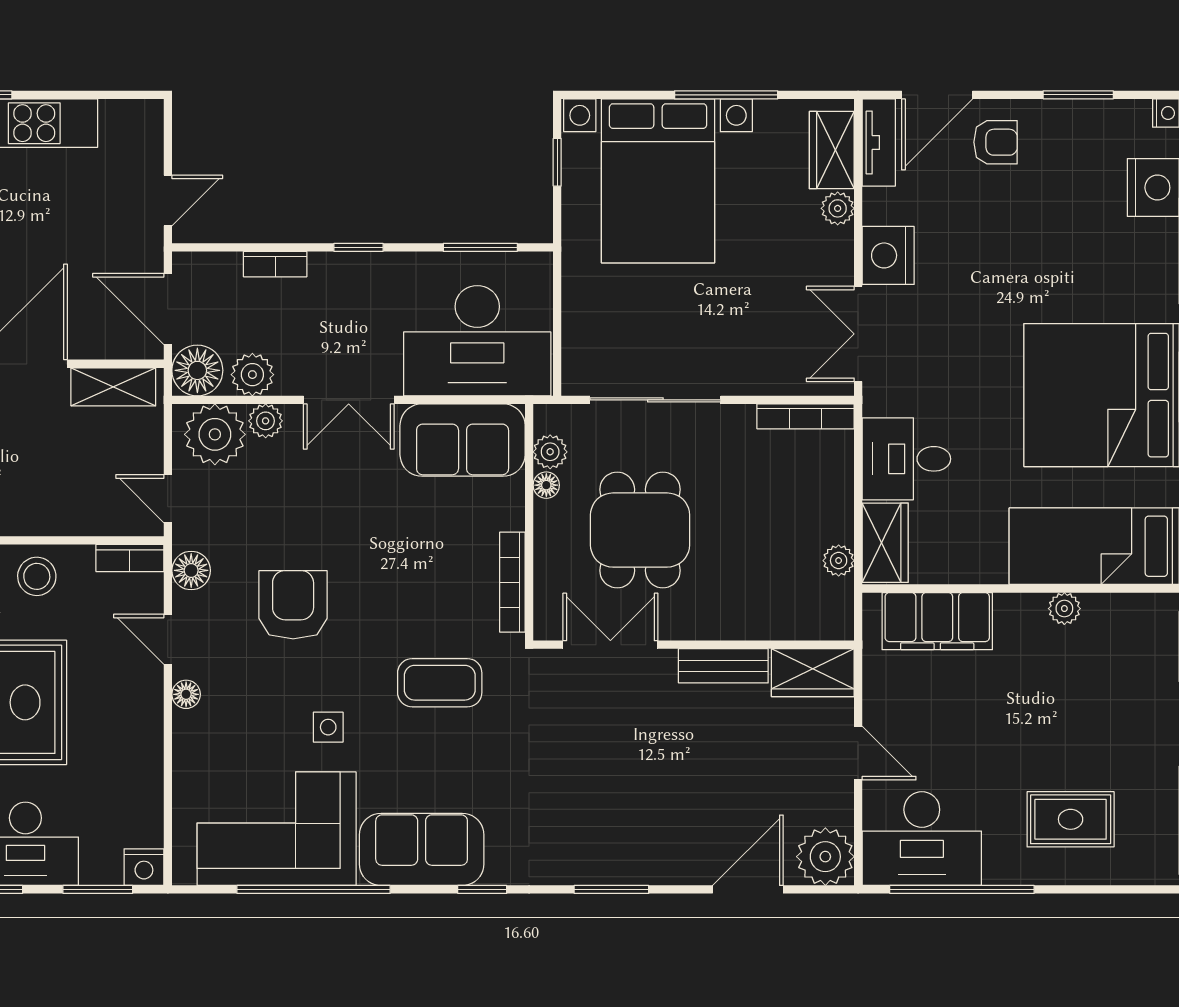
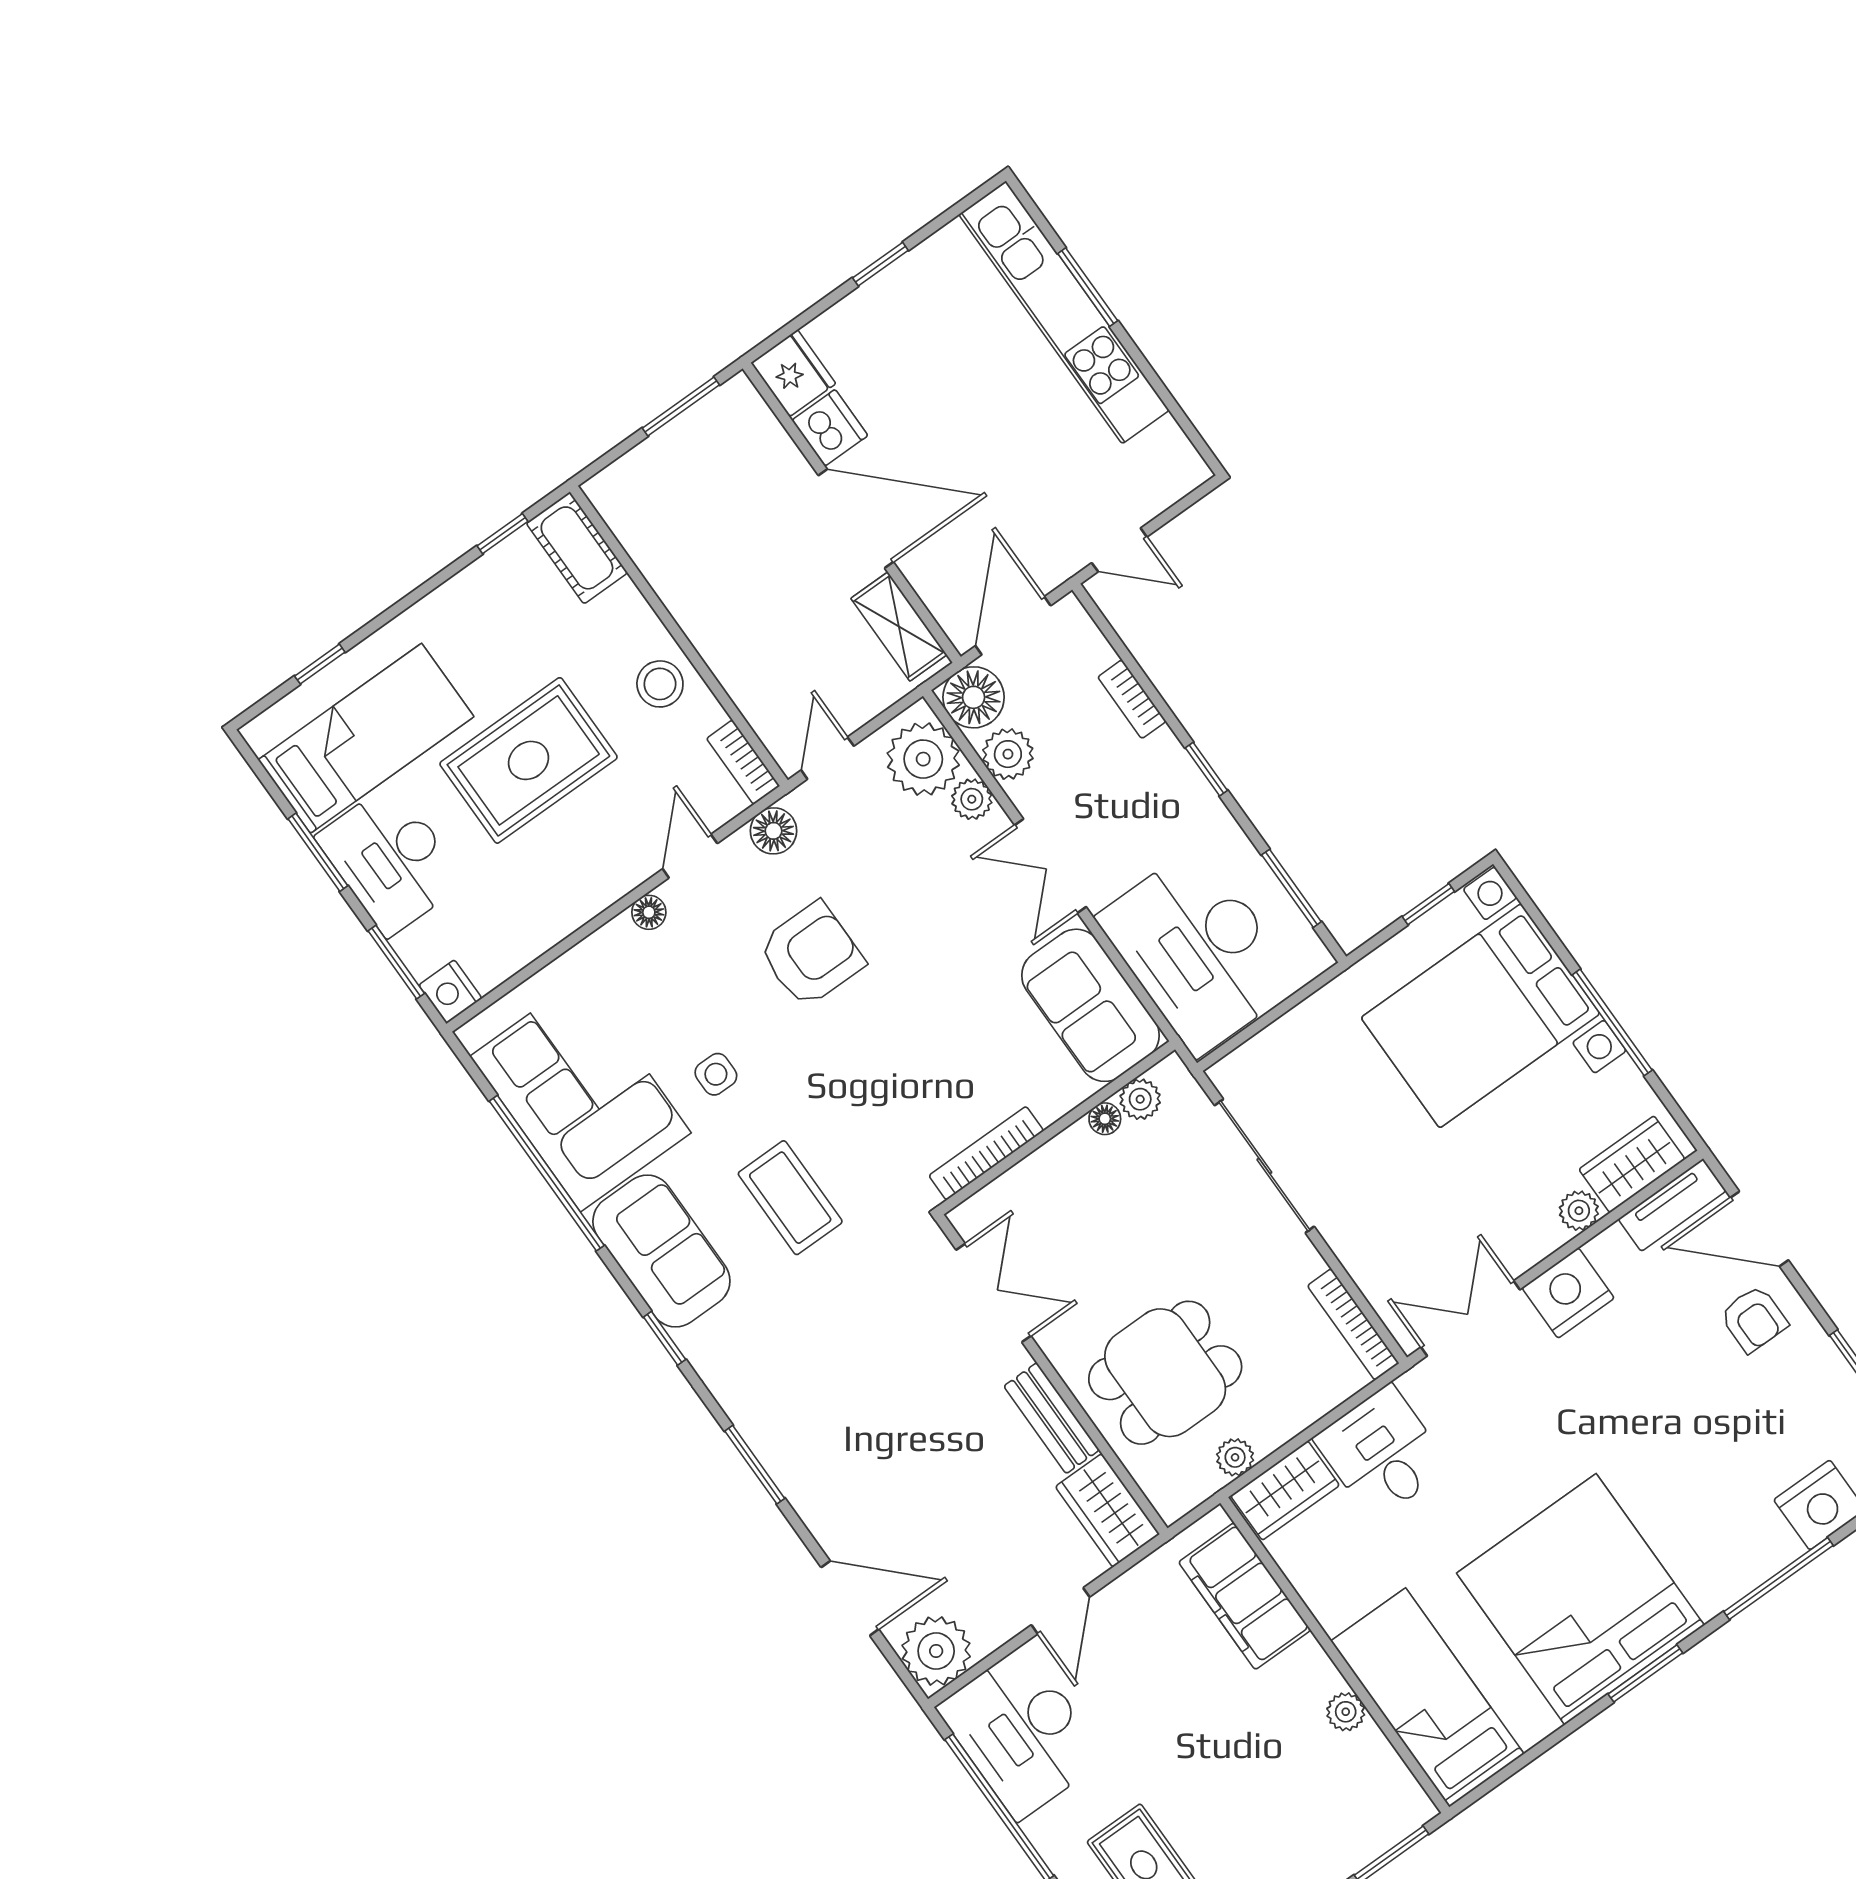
dining table: (640, 530) -> (1165, 1373), moved
coffee table: (440, 683) -> (790, 1198), moved

